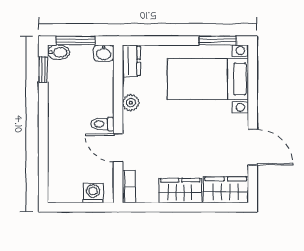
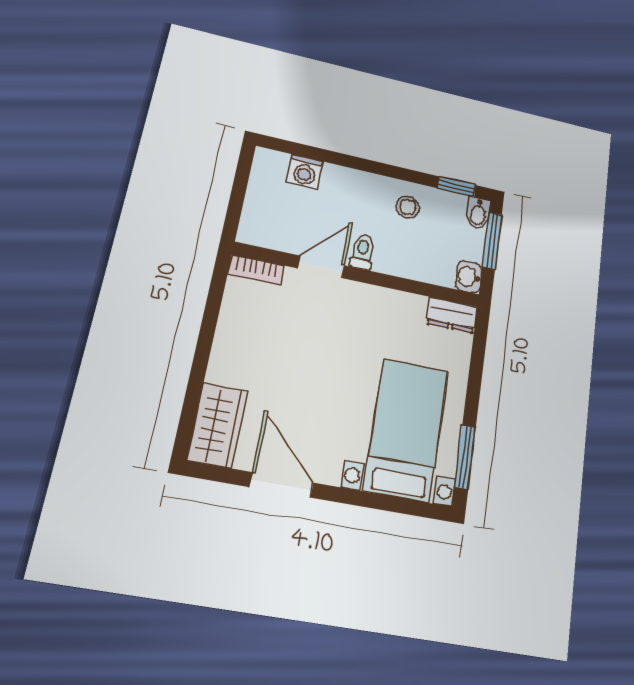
stool: (66, 100) -> (408, 207), added
plant: (131, 103) -> (388, 301), removed
door: (253, 147) -> (282, 485), swing flipped
wardrobe: (180, 191) -> (232, 349), removed
washing machine: (93, 193) -> (305, 172), moved, turned 90

